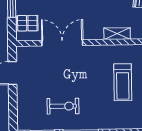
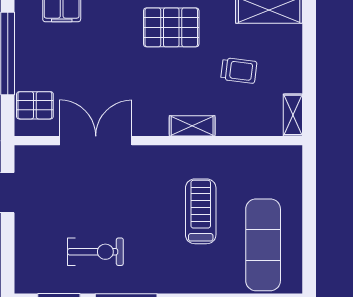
treadmill: (123, 82) -> (201, 211), turned 180

